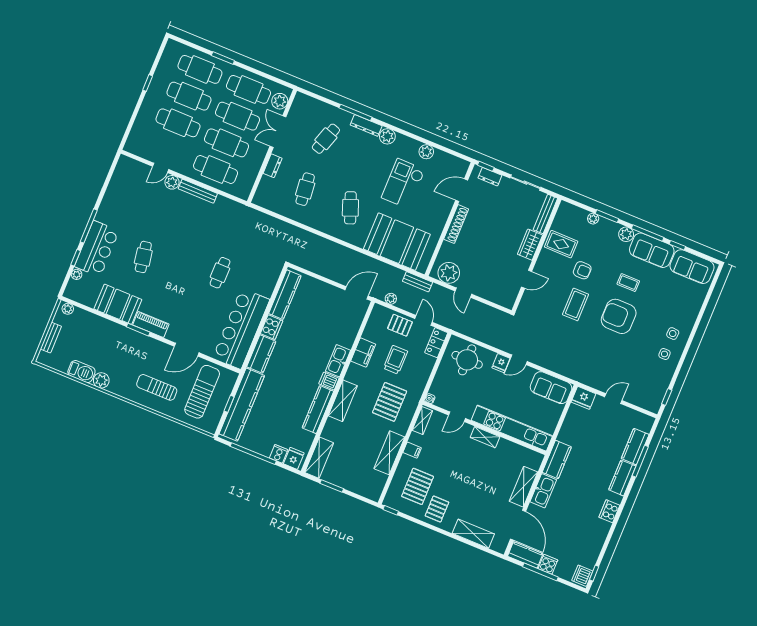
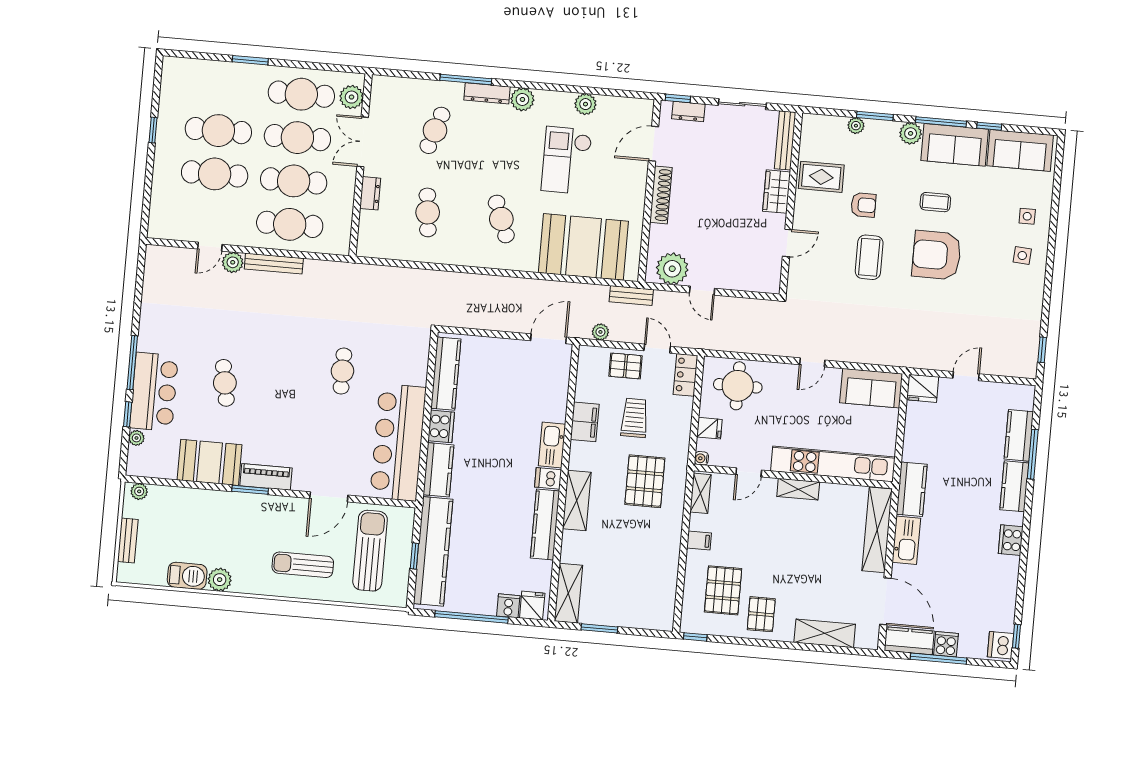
cafe table: (200, 69) -> (222, 87), removed
side table: (664, 354) -> (1027, 216), moved
fridge: (501, 363) -> (709, 428), moved, turned -90
shelving: (389, 453) -> (667, 555), removed
shelving: (523, 487) -> (877, 530), width x1.47

